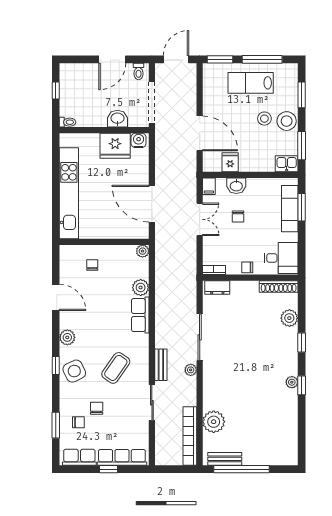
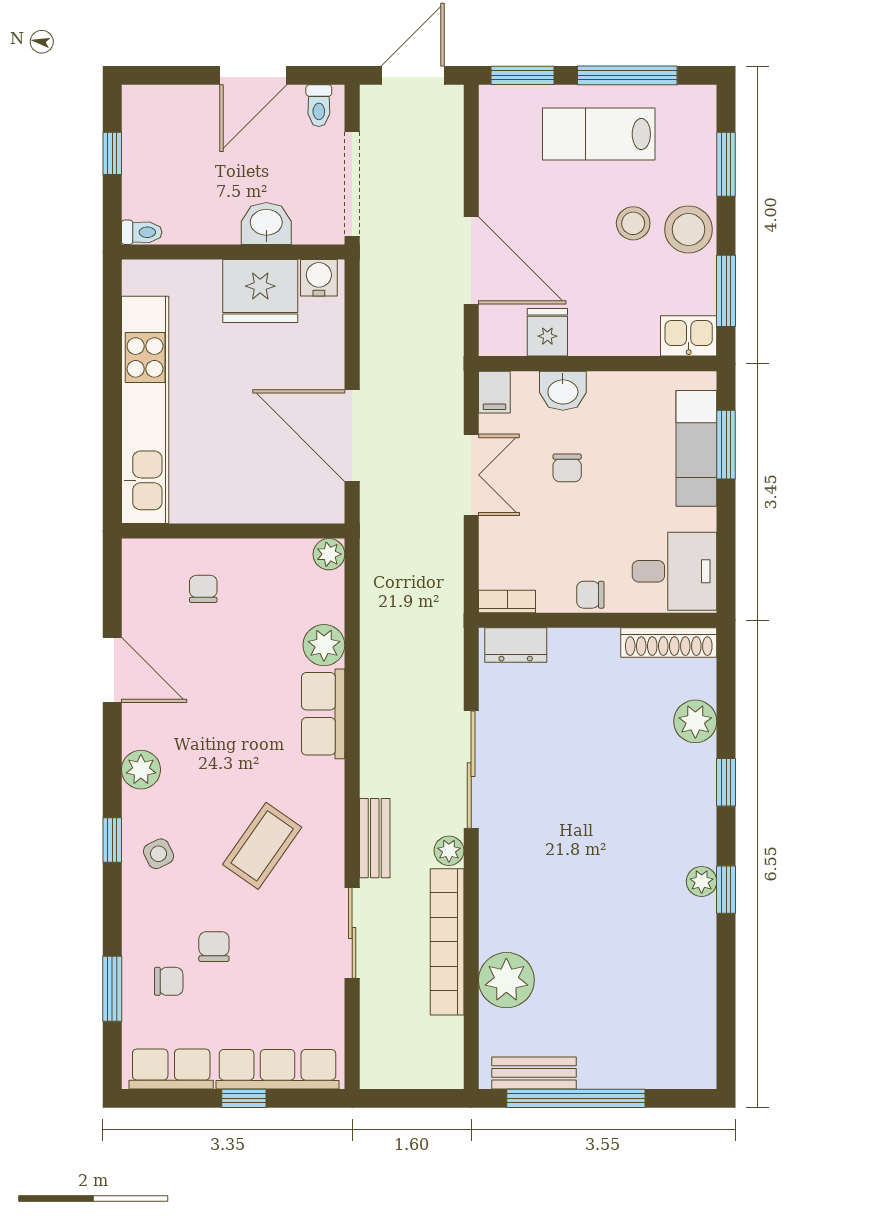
side table: (74, 371) -> (158, 854), width x0.54, depth x0.54
bookcase: (190, 436) -> (447, 942), moved

